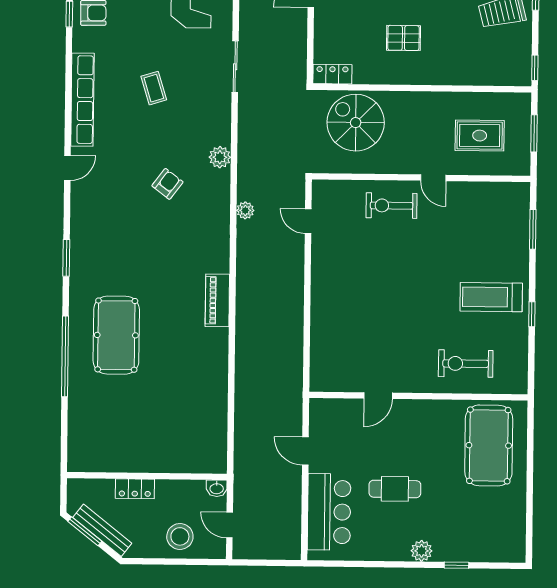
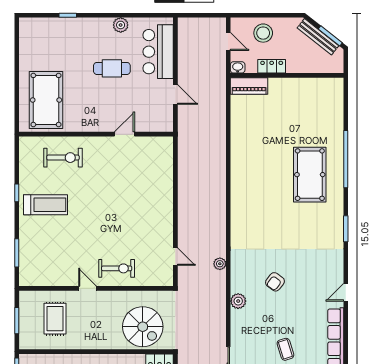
rug: (480, 136) -> (55, 319), turned 90
piano: (217, 300) -> (249, 86), moved, turned 90
locker: (135, 489) -> (272, 66), moved
plant: (422, 551) -> (121, 25), moved

